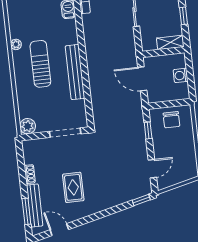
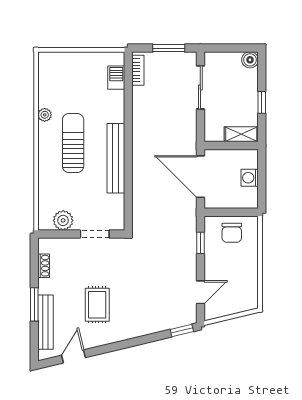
door: (142, 79) -> (200, 177), width x1.36
plant: (28, 126) -> (63, 220), moved
doorway: (65, 133) -> (95, 234), width x0.73
shoe rack: (30, 174) -> (44, 266), moved
window: (26, 211) -> (34, 304), moved
door: (59, 230) -> (74, 356), hinge flipped

